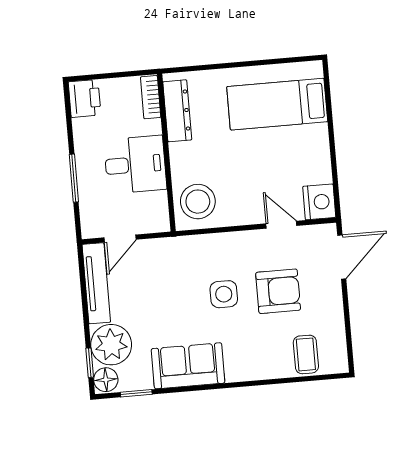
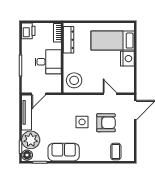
nightstand: (319, 202) -> (127, 59), moved

